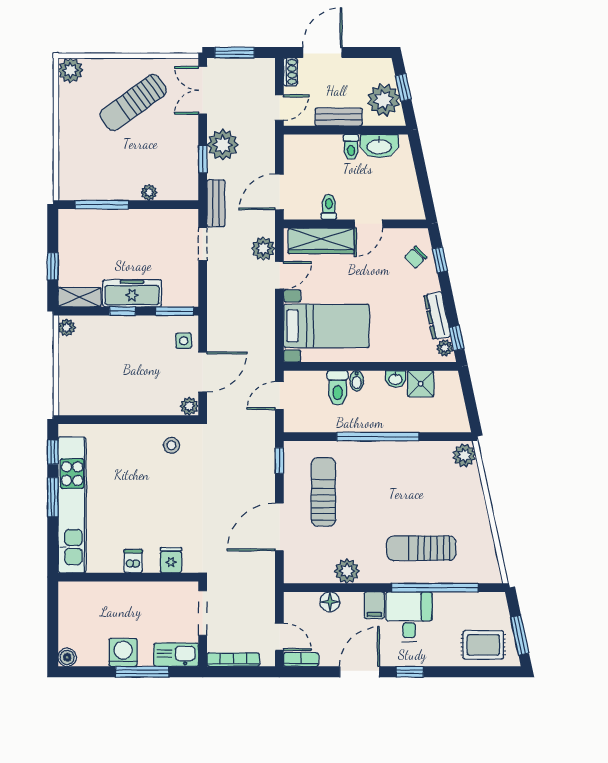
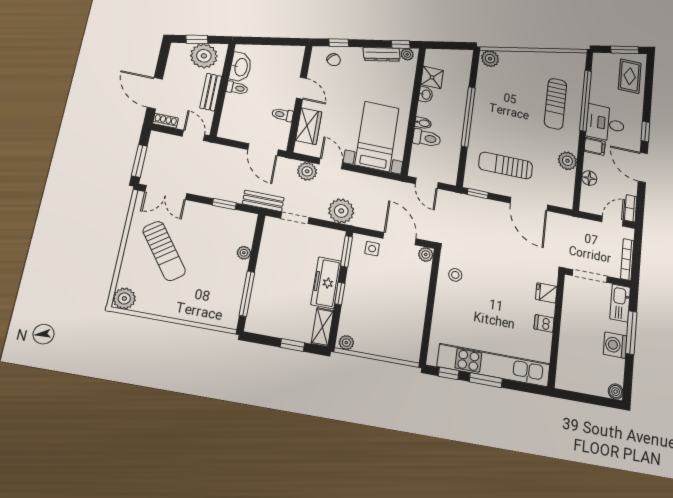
plant: (223, 145) -> (341, 211), moved
wardrobe: (321, 241) -> (309, 126), width x0.67

